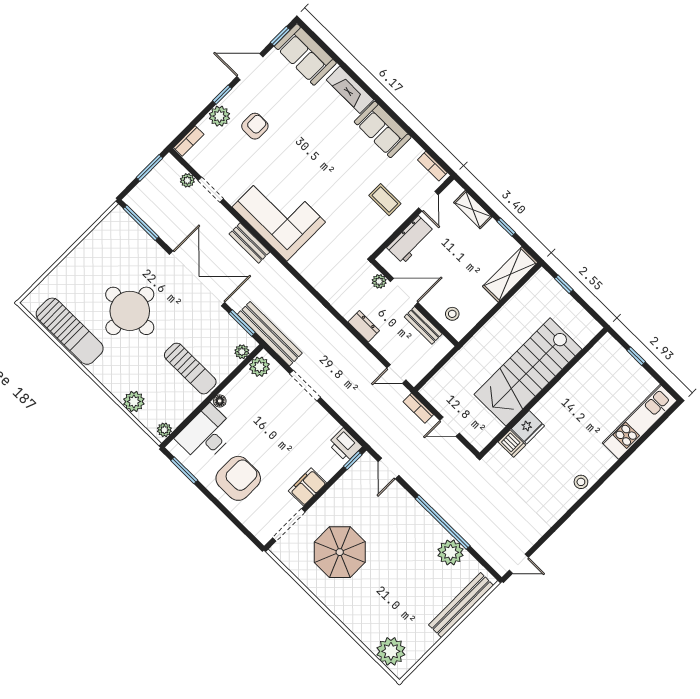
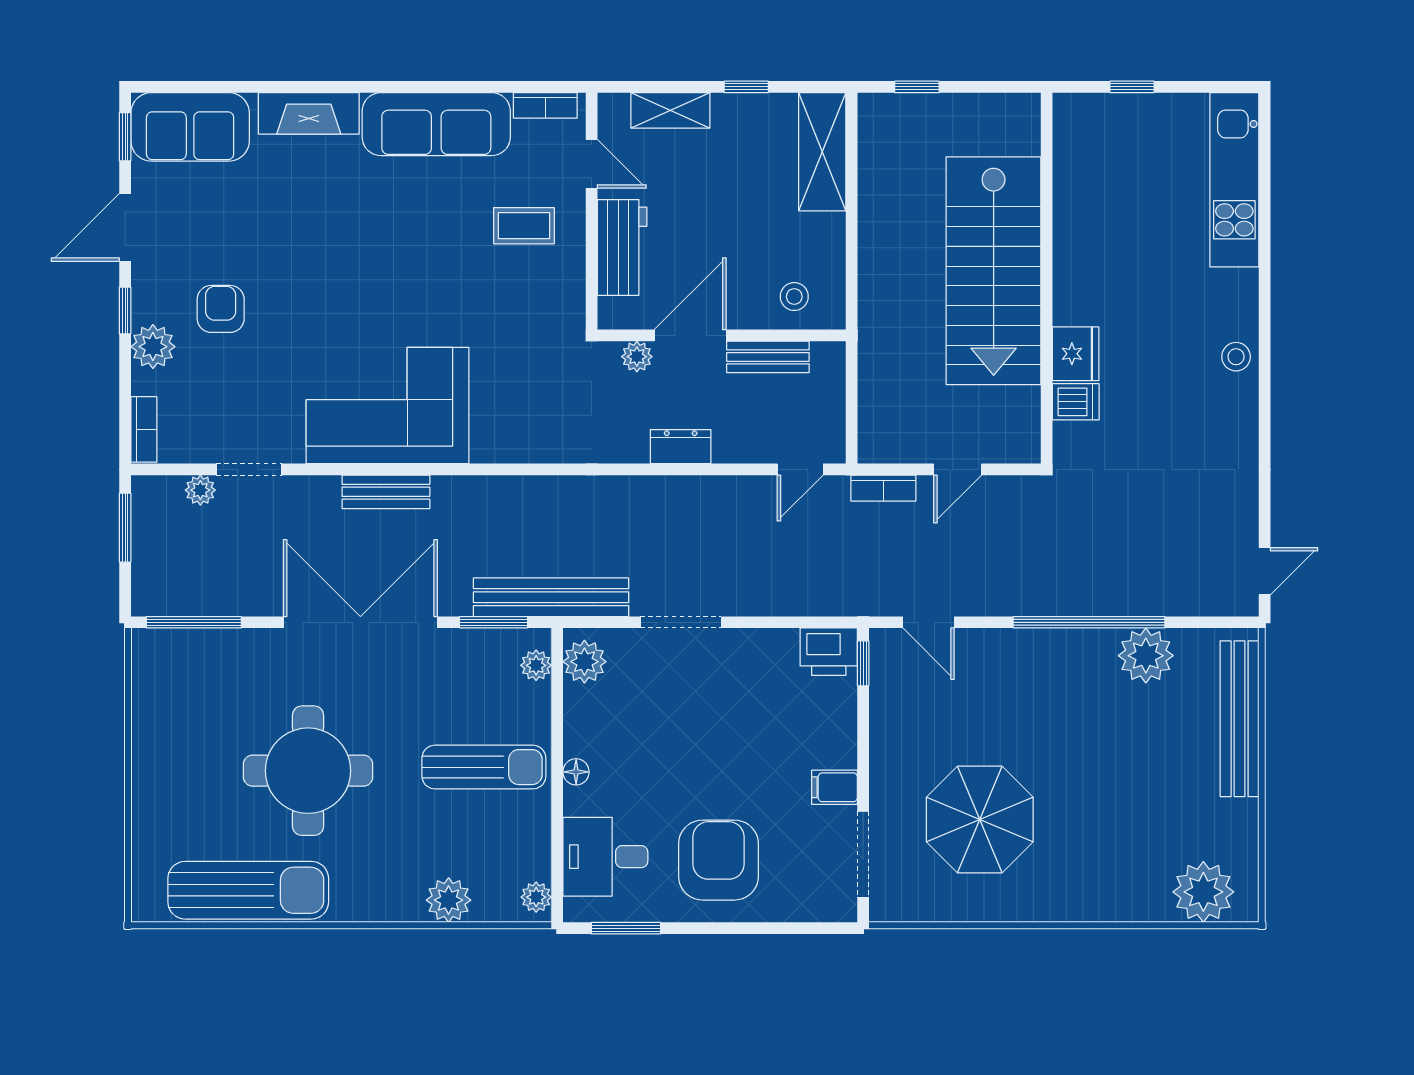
sofa: (383, 129) -> (436, 124), width x1.36
desk: (206, 434) -> (605, 857), width x0.73
filing cabinet: (307, 487) -> (835, 787), width x0.50

